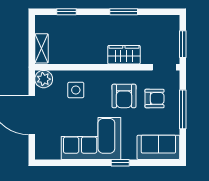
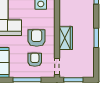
armchair: (124, 96) -> (37, 38), turned 90
armchair: (155, 98) -> (35, 60), turned 180

